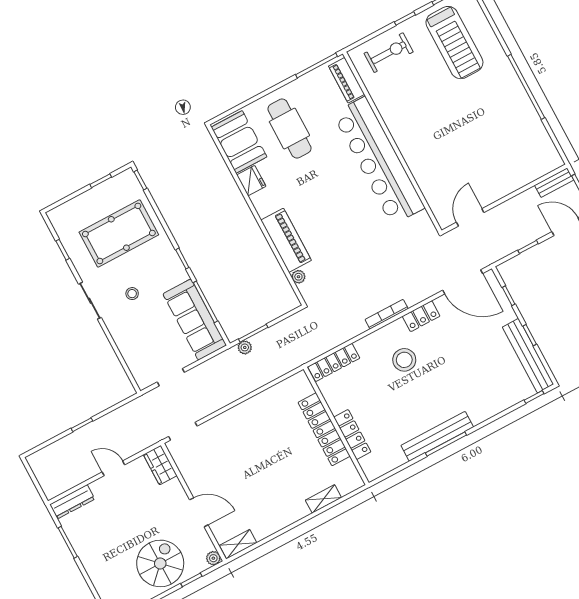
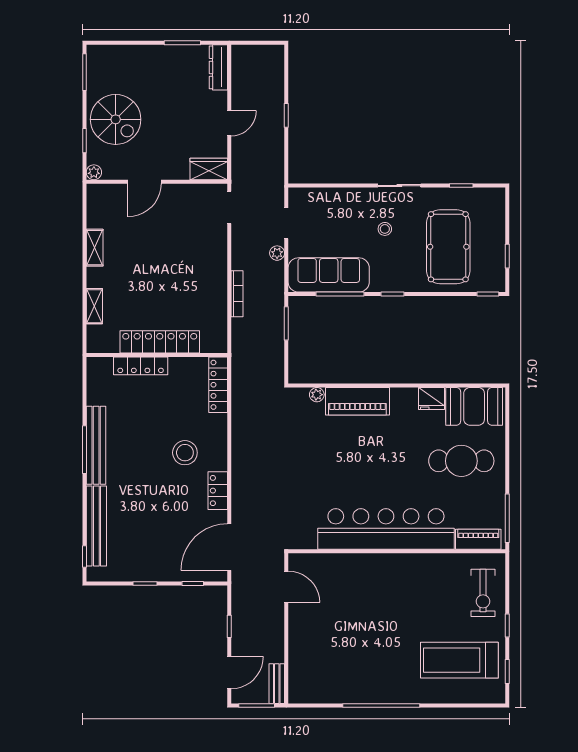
bookcase: (387, 314) -> (237, 294), moved
plant: (245, 347) -> (277, 253), moved
bench: (528, 356) -> (96, 526), moved, turned 90
shelving: (238, 544) -> (95, 248), moved

